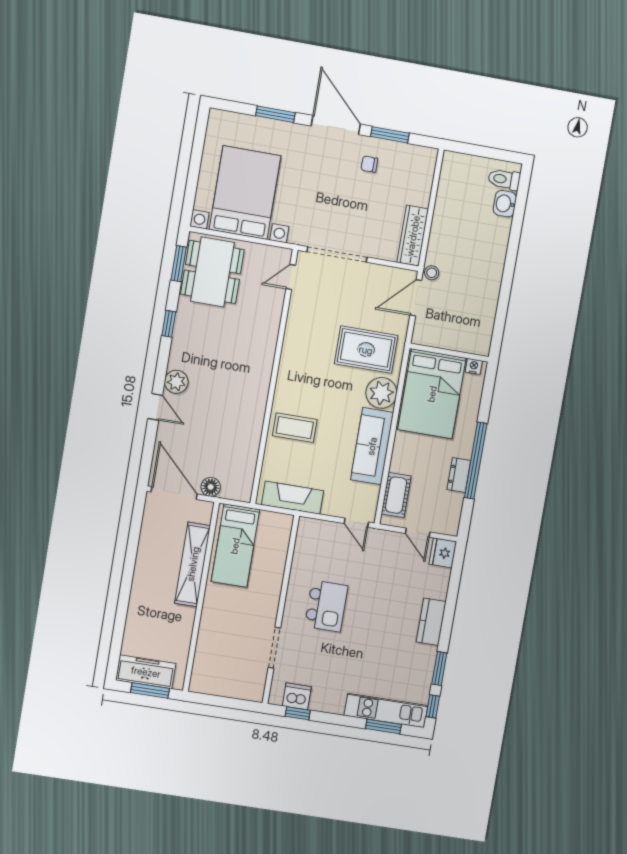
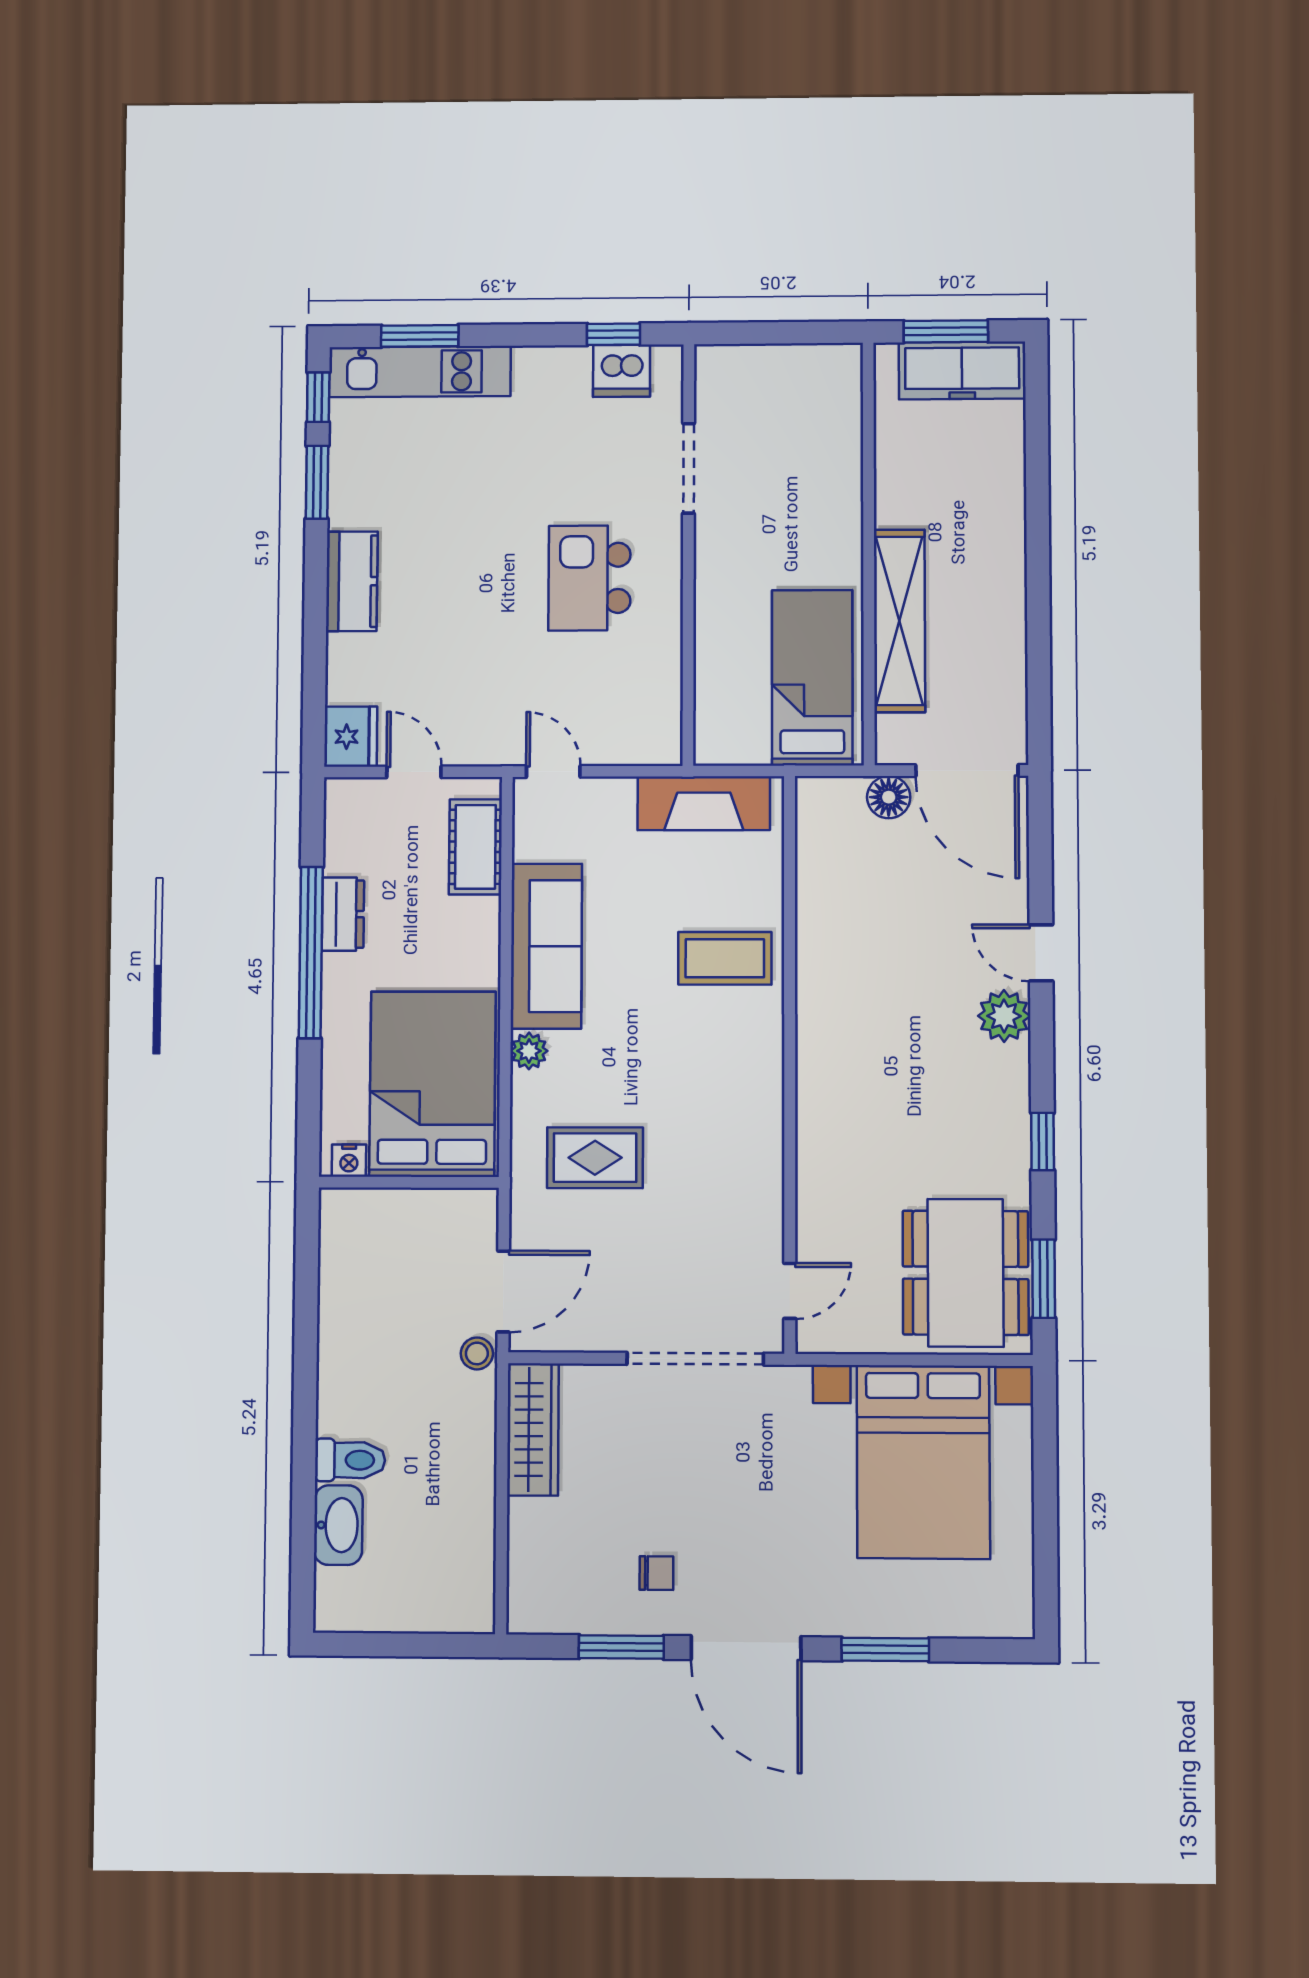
toilet: (504, 179) -> (350, 1460), moved
washbasin: (505, 204) -> (338, 1525), width x1.38
rug: (366, 350) -> (595, 1158), width x0.73, depth x0.70
plant: (381, 393) -> (529, 1051), width x0.53, depth x0.53

